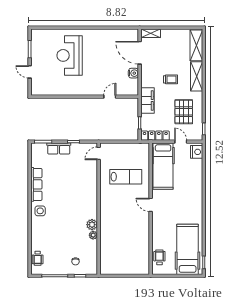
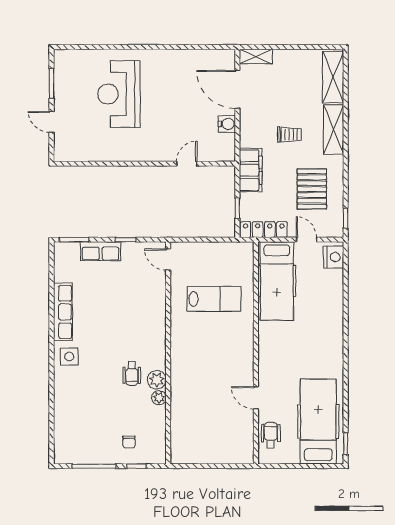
door: (99, 153) -> (168, 259), hinge flipped
door: (151, 205) -> (256, 398), moved
wheelchair: (38, 258) -> (132, 373), moved

